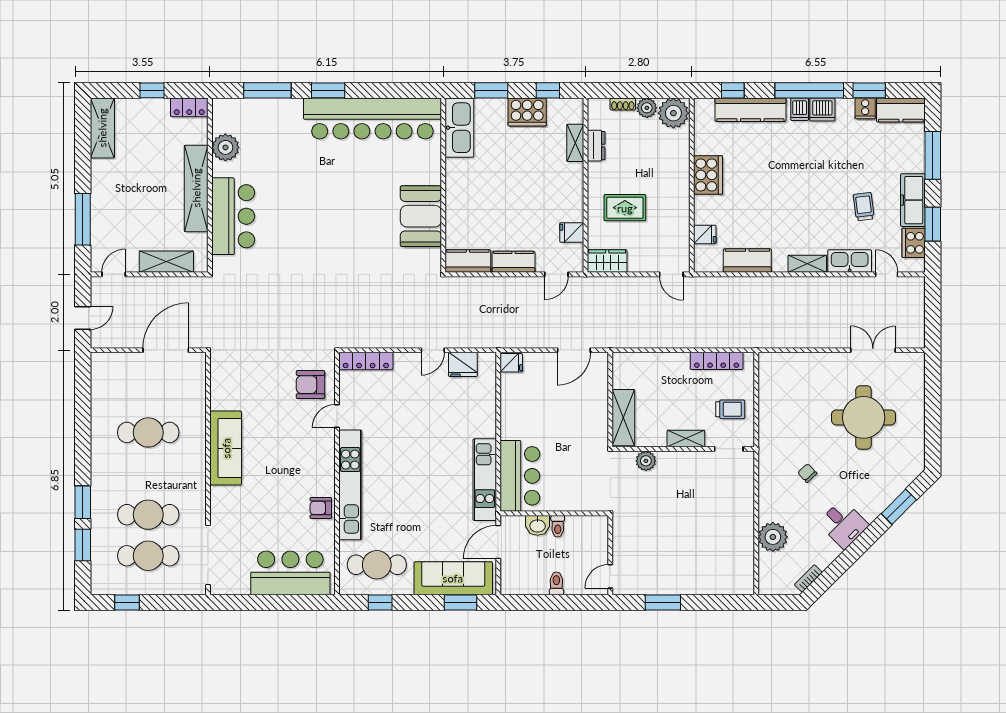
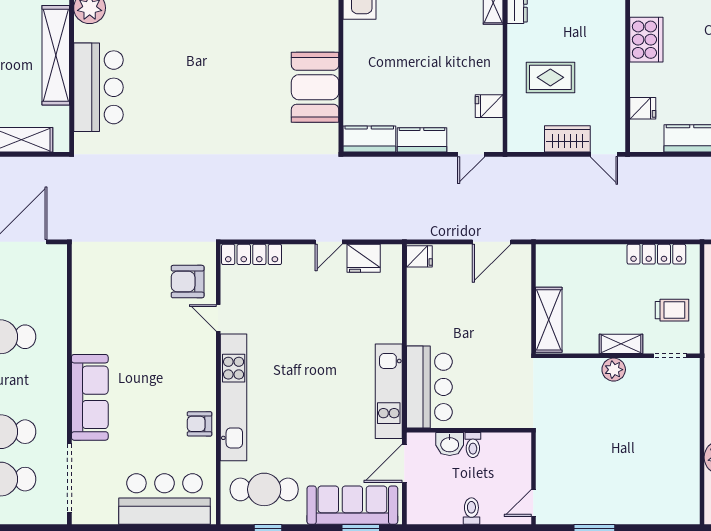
wardrobe: (607, 261) -> (567, 139), moved
door: (337, 416) -> (218, 318), hinge flipped
sofa: (226, 448) -> (90, 397), moved
plant: (646, 461) -> (614, 370), moved

